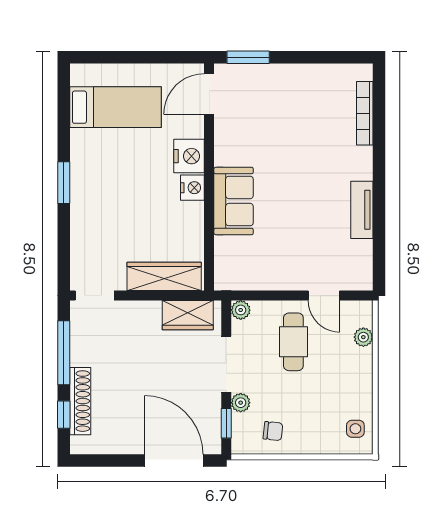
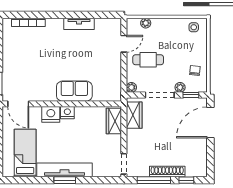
tv unit: (83, 182) -> (65, 170), added
wardrobe: (164, 276) -> (114, 121), width x0.67
shoe rack: (80, 401) -> (167, 172), moved

